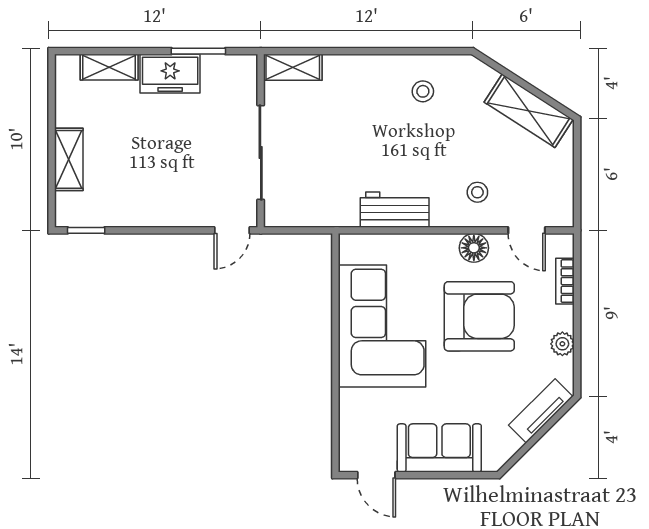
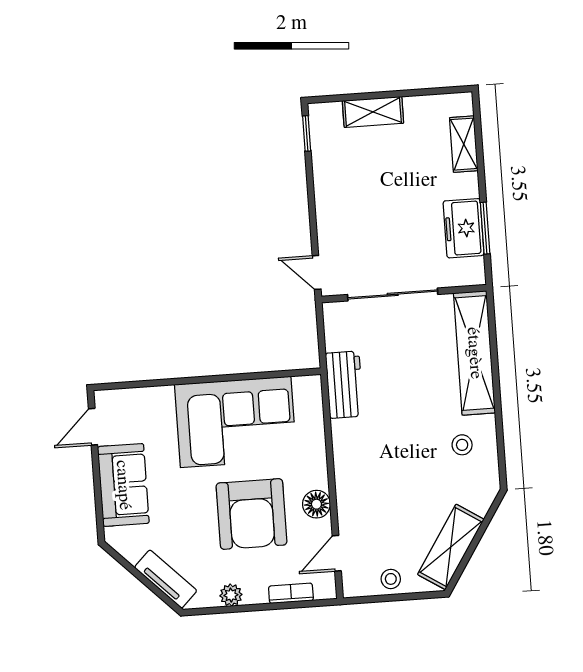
shelving: (293, 67) -> (474, 353), width x2.20, depth x1.33
freezer: (170, 74) -> (464, 228), moved
stool: (477, 192) -> (391, 579), moved
workbench: (395, 210) -> (344, 385), moved

